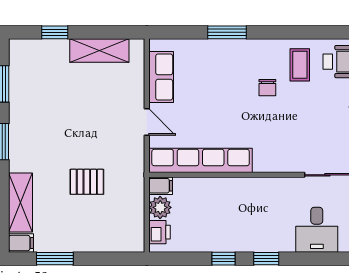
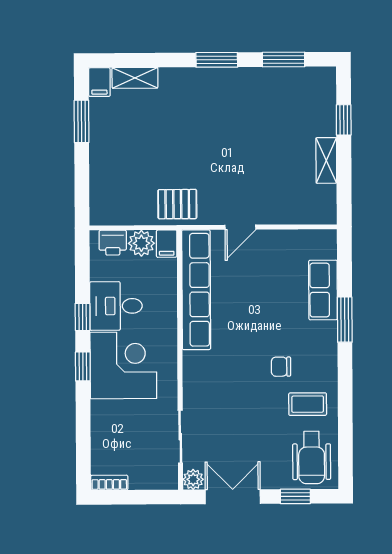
shelving: (99, 50) -> (326, 160), width x0.67, depth x0.75
row of seats: (161, 77) -> (323, 290), moved, turned 90
pallet: (87, 182) -> (177, 204), moved, turned 90
shelving: (20, 202) -> (135, 78), width x0.67, depth x0.75
corner desk: (266, 224) -> (123, 365), added
desk: (317, 230) -> (116, 306), moved

